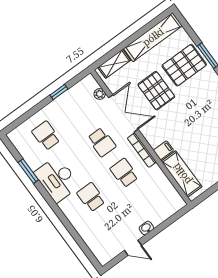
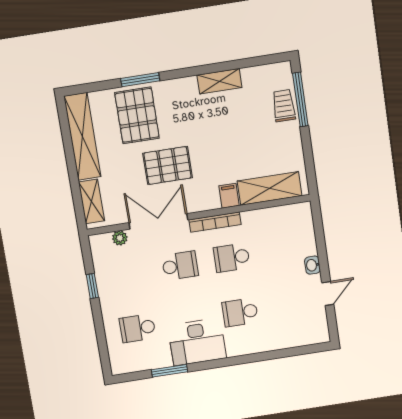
pallet: (156, 91) -> (167, 165), moved

